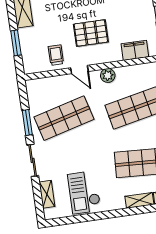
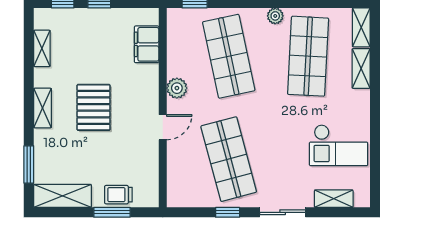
pallet: (91, 33) -> (94, 107), moved
trolley: (56, 55) -> (118, 195), moved
window: (27, 123) -> (228, 212), width x0.67

